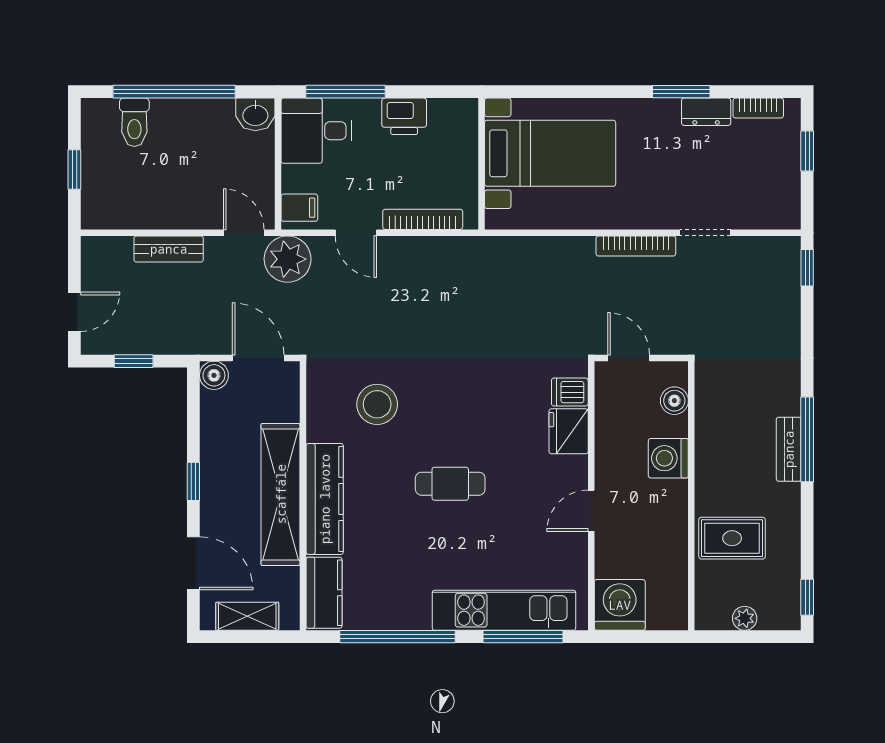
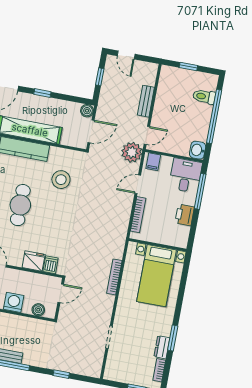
bookcase: (636, 246) -> (114, 277), moved
window: (807, 268) -> (61, 374), moved
cafe table: (450, 484) -> (20, 205), width x1.37, depth x1.35

